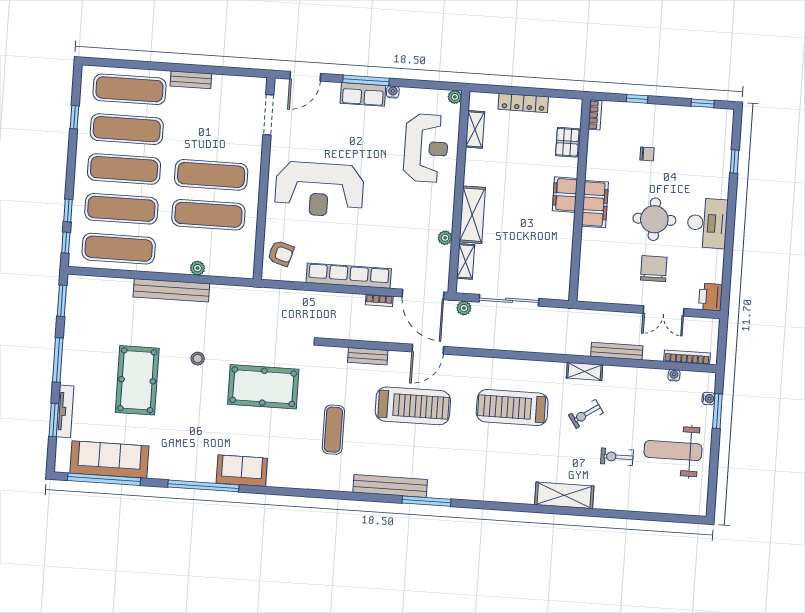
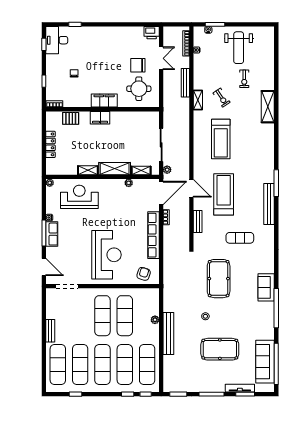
shelving: (475, 129) -> (88, 170), moved
round table: (654, 219) -> (139, 89), moved
desk: (707, 223) -> (57, 40), moved, turned -90

